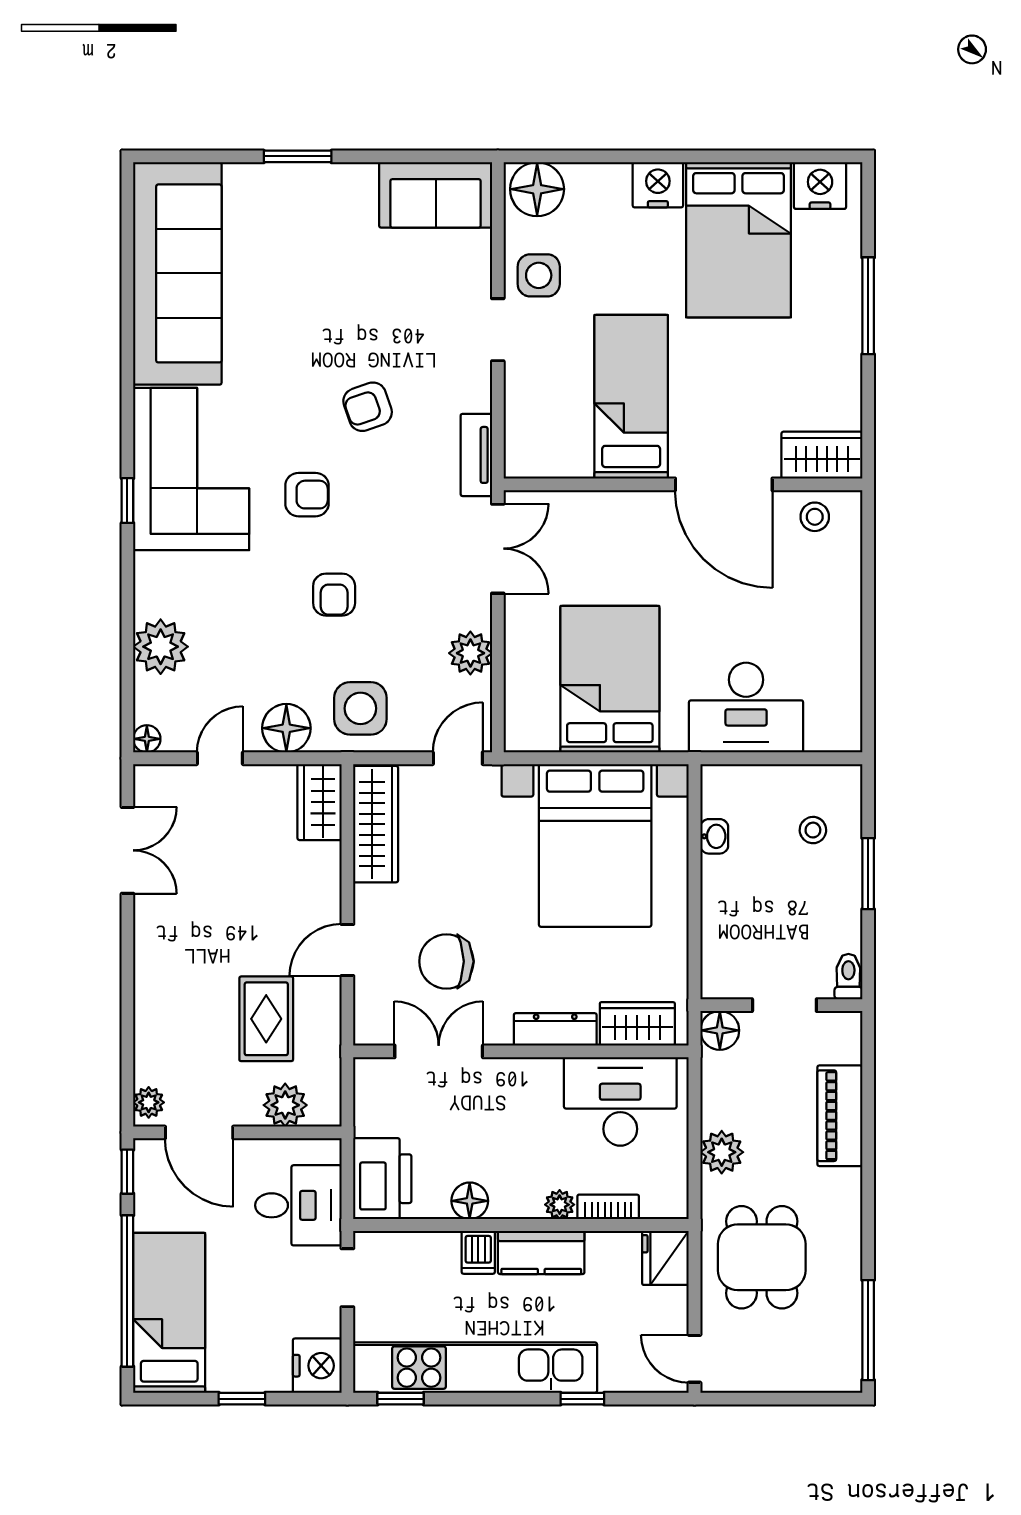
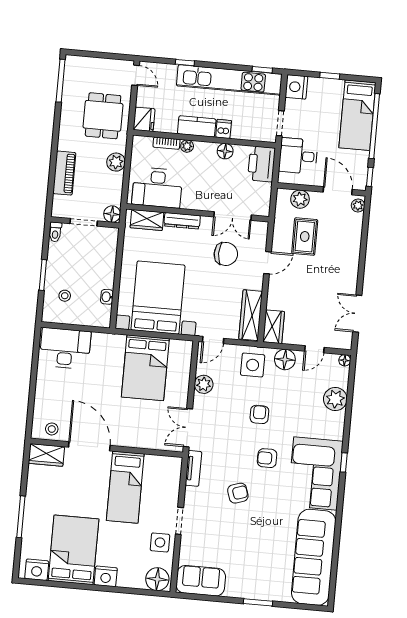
desk: (746, 708) -> (65, 348), moved

